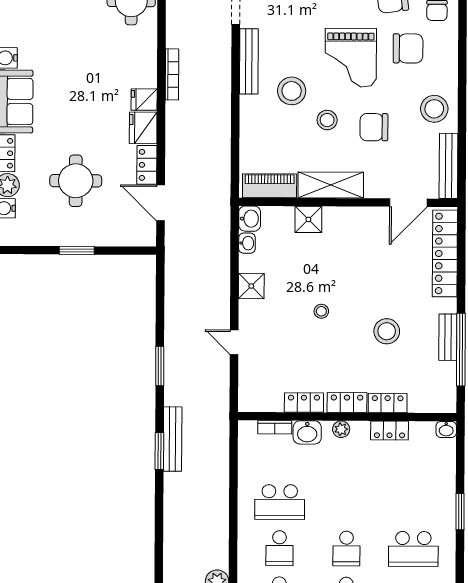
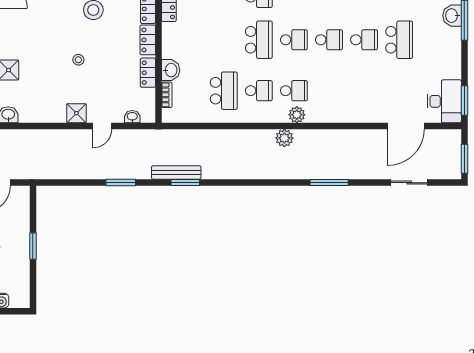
washbasin: (247, 243) -> (132, 117), moved
shower: (251, 286) -> (76, 113), moved
plant: (341, 429) -> (168, 44), removed
school desk: (346, 549) -> (259, 40), width x1.85

